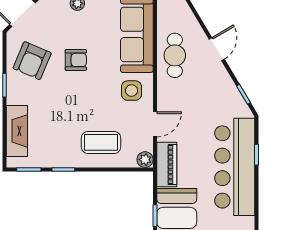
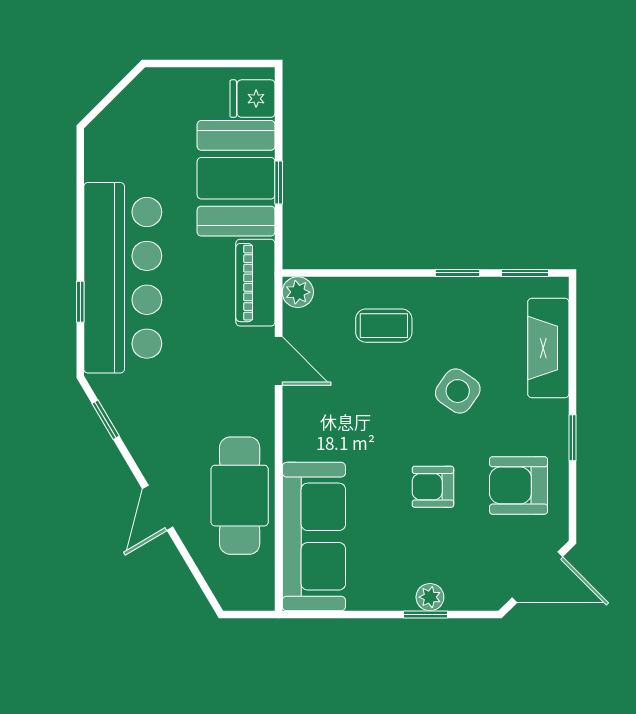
cafe table: (175, 55) -> (240, 496), width x1.37, depth x1.35
armchair: (32, 61) -> (519, 485), turned -113
side table: (132, 91) -> (458, 391), moved, turned 35
door: (155, 124) -> (279, 361), swing flipped
coffee table: (101, 142) -> (384, 326), width x0.73, depth x0.77

